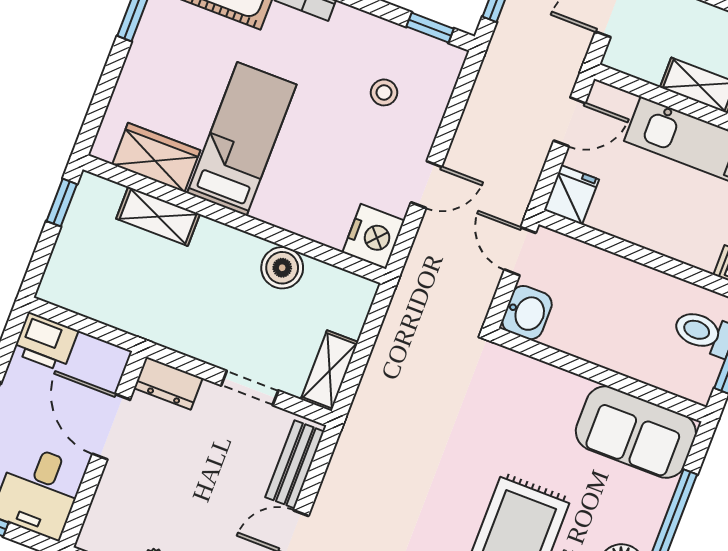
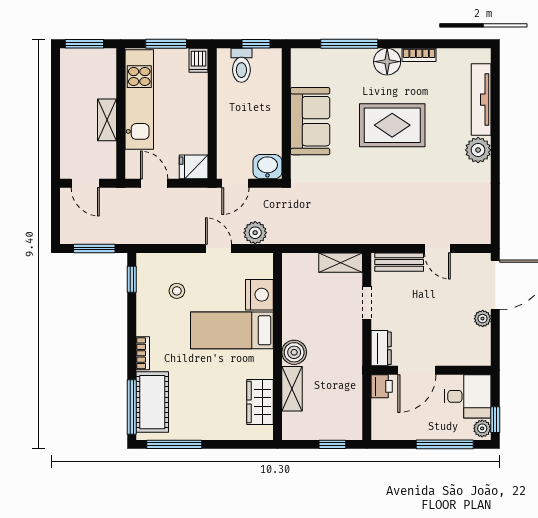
bed: (242, 139) -> (232, 330), moved
window: (62, 203) -> (332, 444), moved
nightstand: (374, 236) -> (259, 295), moved, turned 90
plant: (429, 253) -> (255, 233), added
boiler: (282, 268) -> (294, 352), moved
printer: (45, 342) -> (382, 386), moved, width x0.73, depth x0.81
sofa: (636, 432) -> (310, 121), moved

